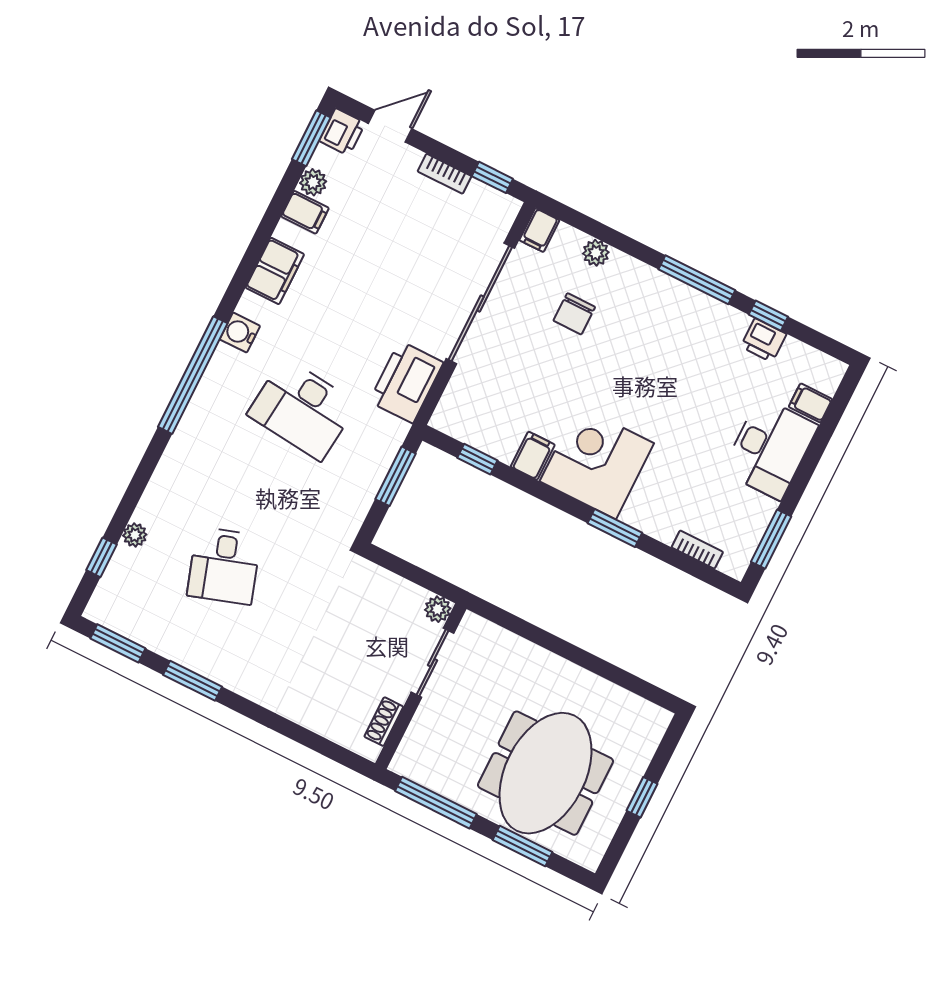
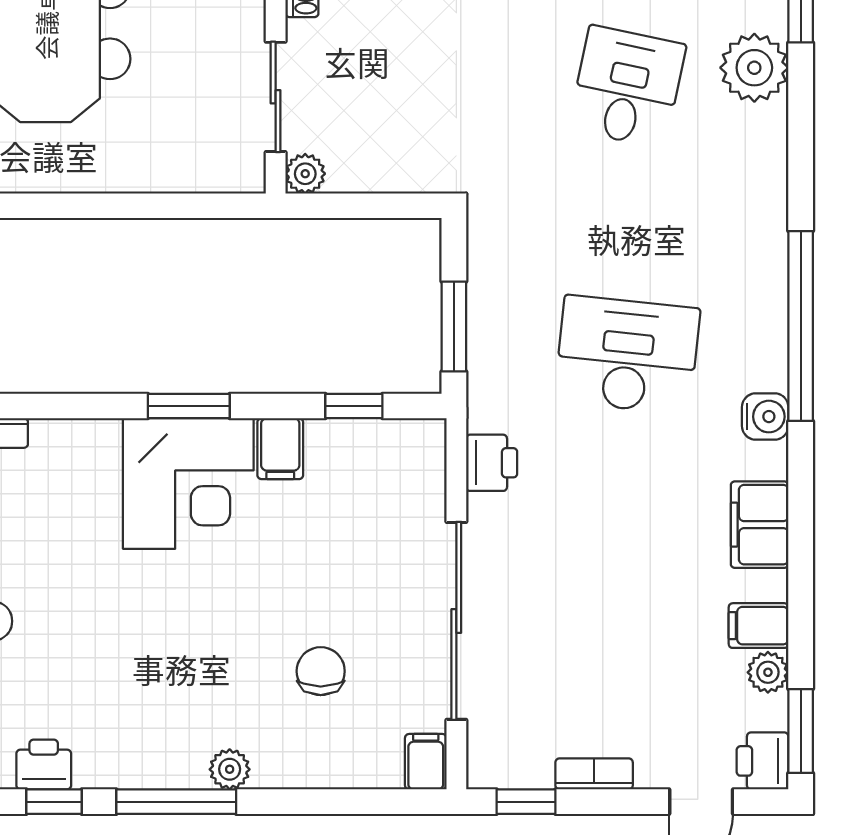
plant: (596, 253) -> (230, 769), moved
printer: (406, 382) -> (492, 463), width x0.53, depth x0.68
window: (615, 528) -> (189, 406), moved
plant: (135, 535) -> (754, 68), width x1.87, depth x1.87
desk: (224, 566) -> (627, 87), turned 30

